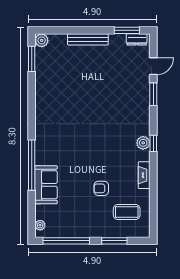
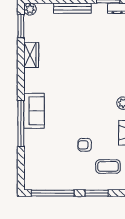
wardrobe: (43, 90) -> (31, 55), added
sofa: (46, 185) -> (34, 111), moved
plant: (40, 225) -> (29, 179), removed

